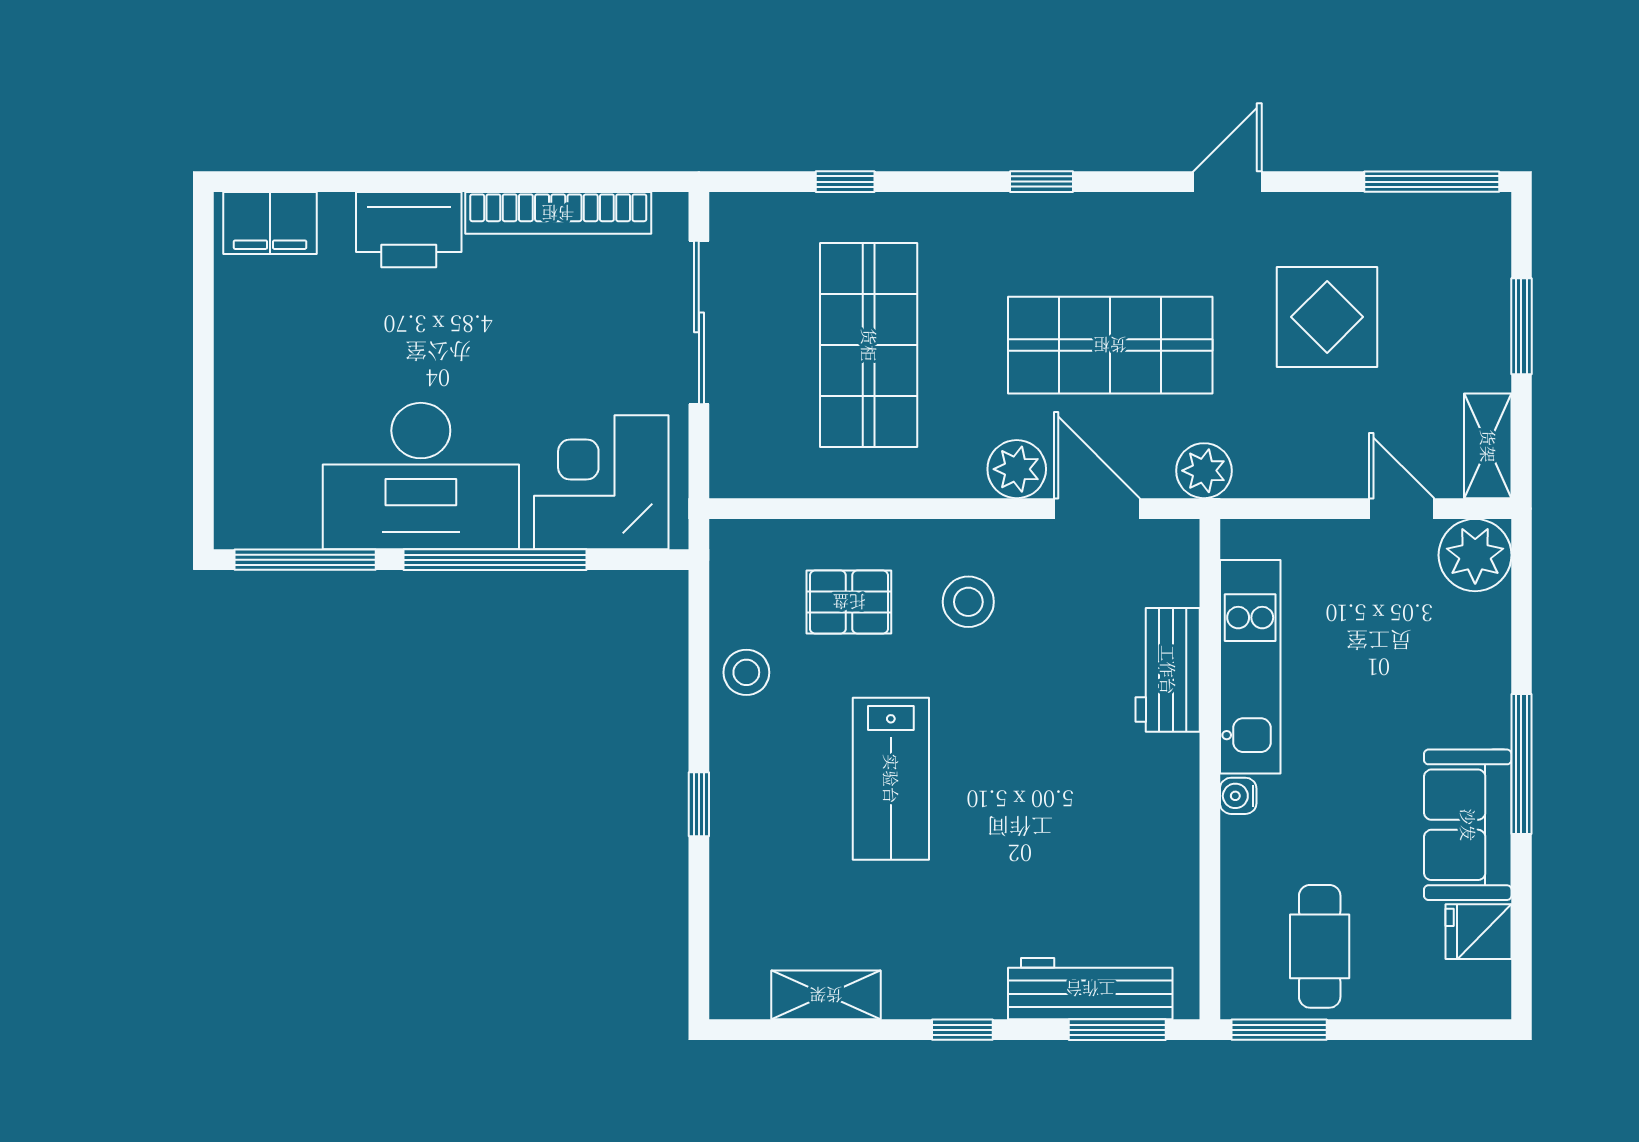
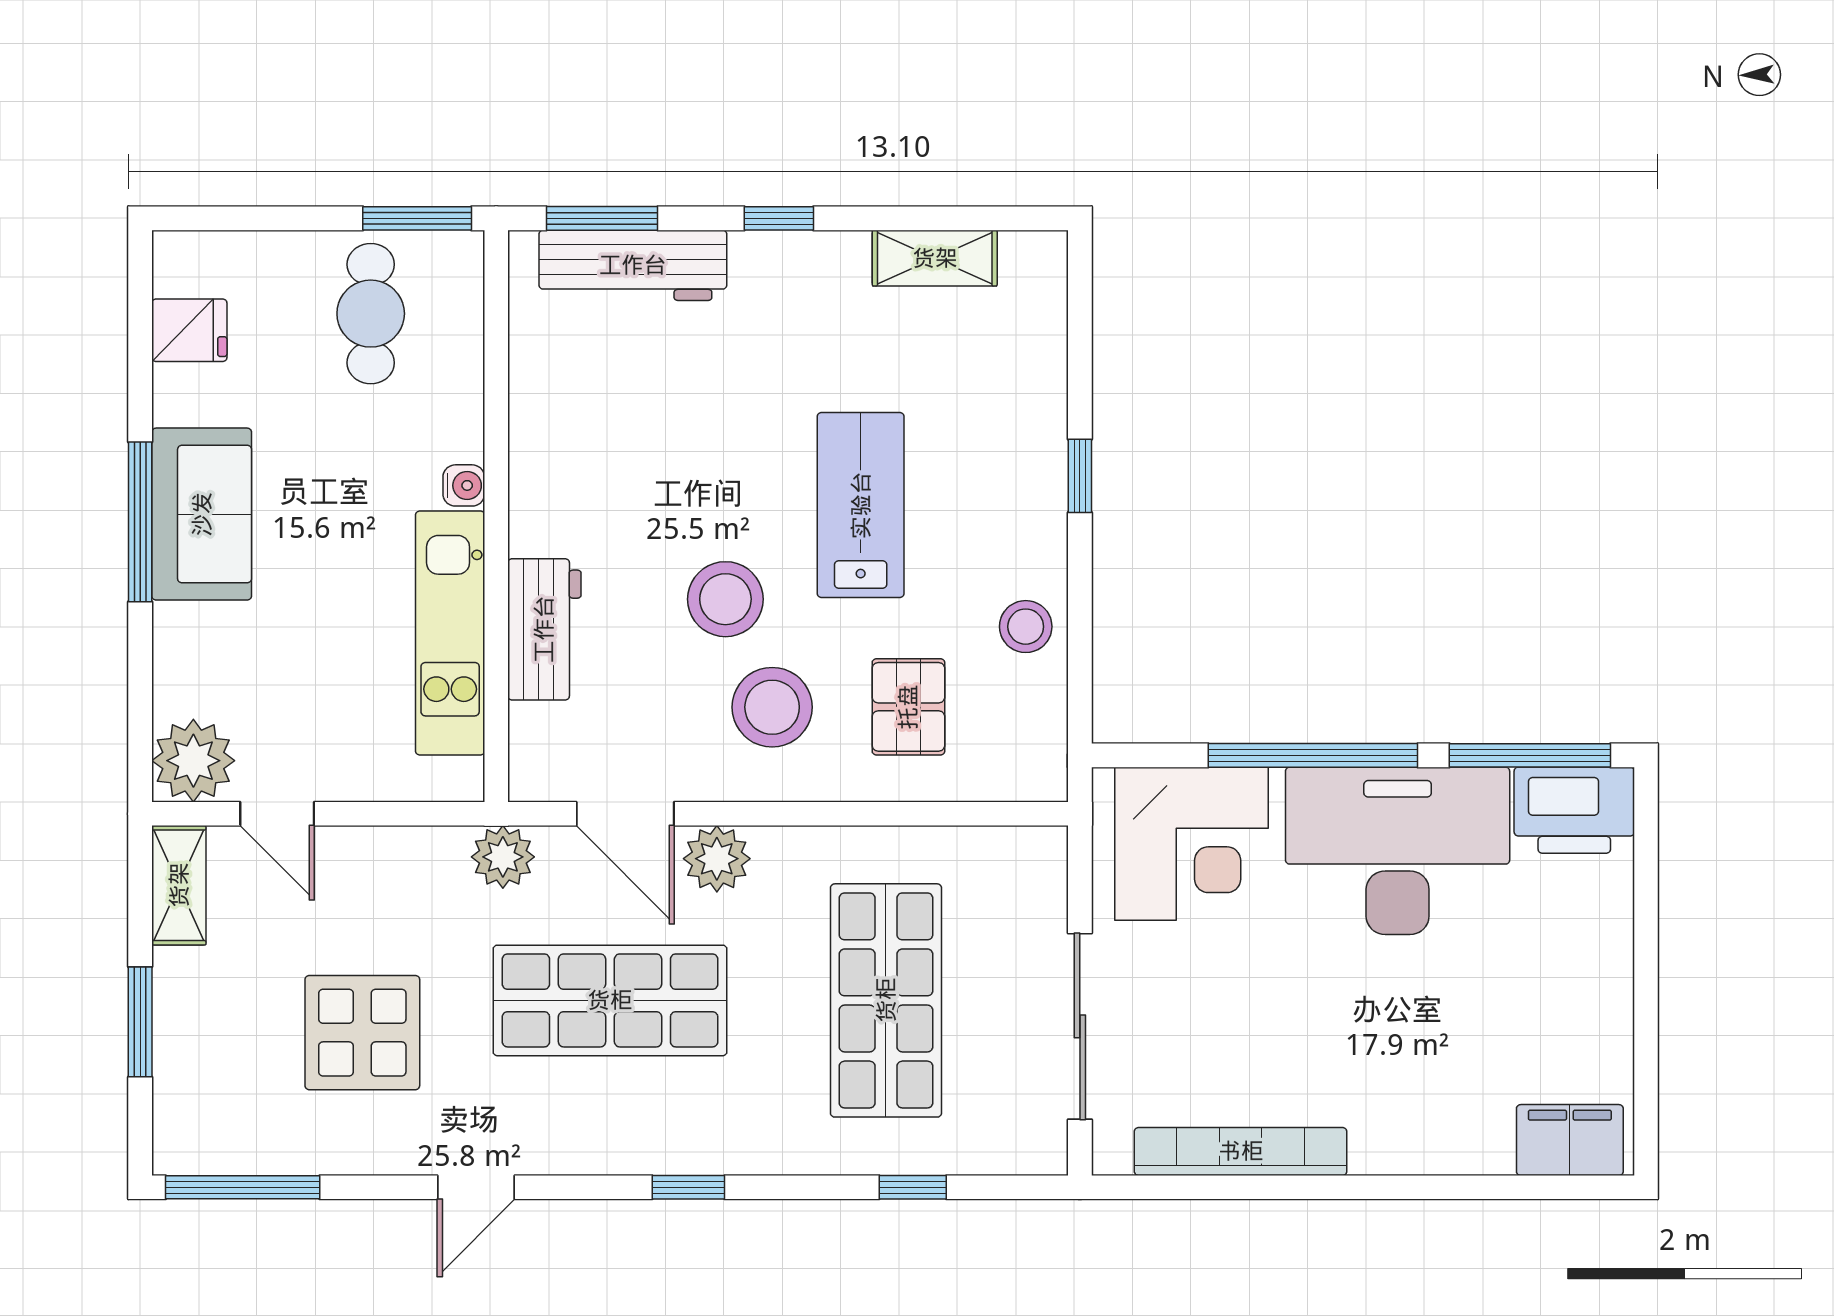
printer: (409, 230) -> (1574, 810), moved, turned 180
pallet: (849, 602) -> (908, 707), turned 90
stool: (968, 602) -> (772, 707), width x1.38, depth x1.38
stool: (1009, 696) -> (725, 599), added
sofa: (1468, 825) -> (202, 514), moved

